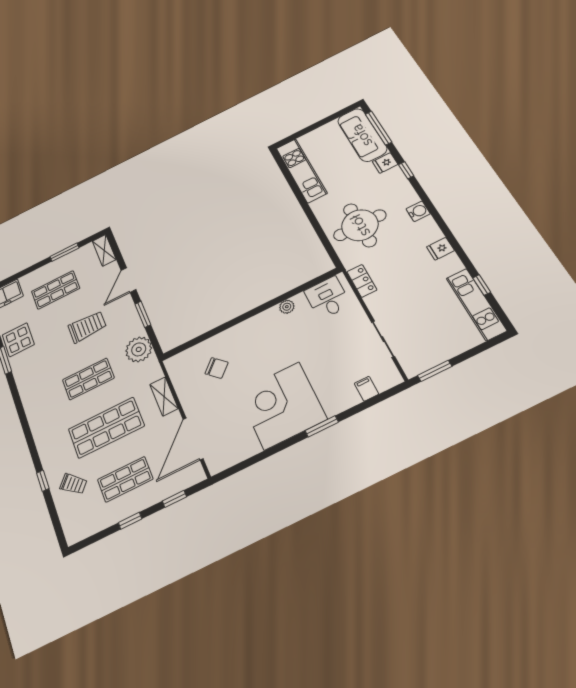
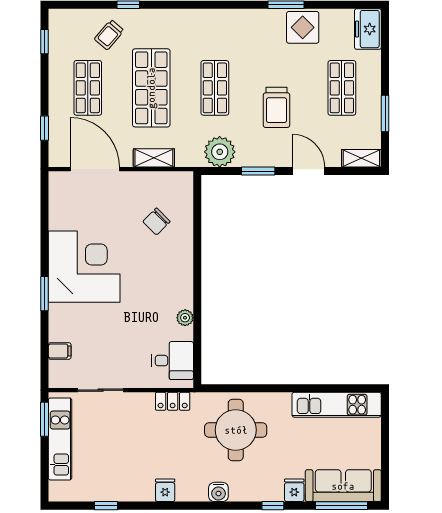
kitchen unit: (476, 304) -> (60, 439), moved, turned 90
window: (130, 521) -> (45, 42), moved

